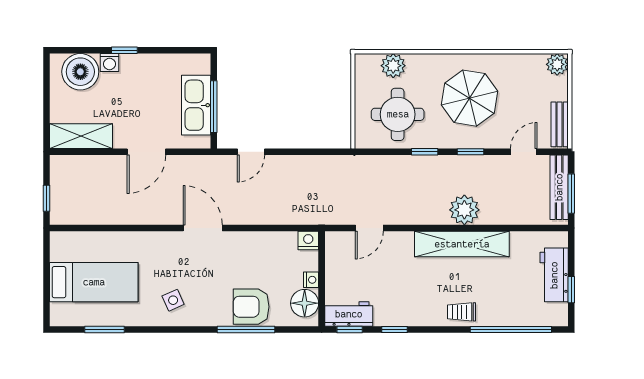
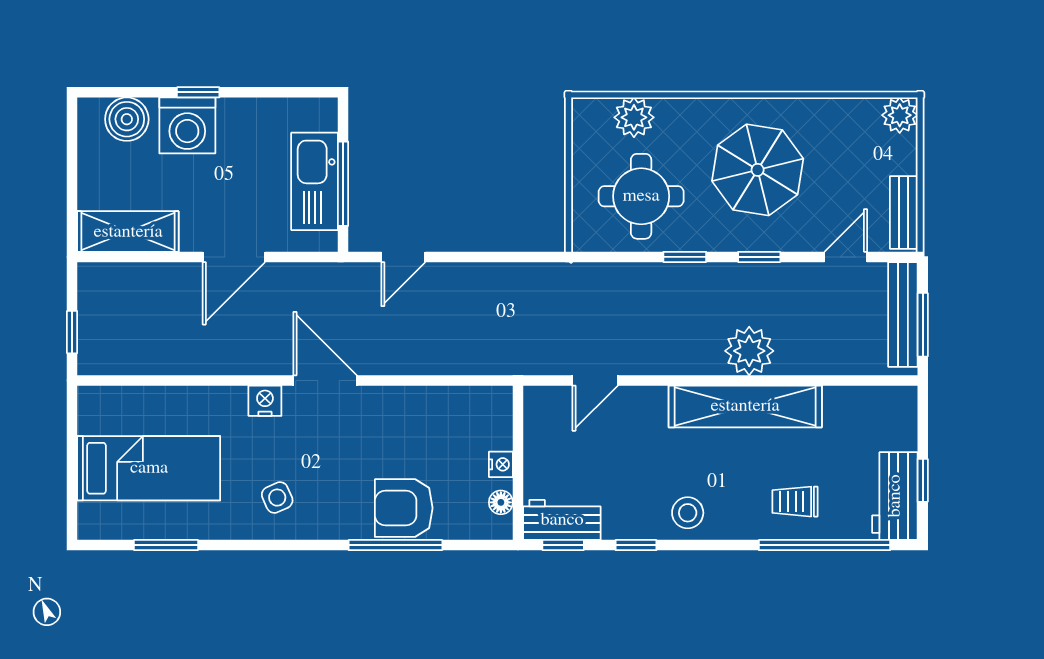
washing machine: (110, 63) -> (187, 125), width x1.89, depth x1.89
boiler: (80, 72) -> (127, 119), width x0.73, depth x0.73
nightstand: (308, 241) -> (265, 401), moved
workbench: (554, 275) -> (895, 496), moved
floor lamp: (305, 303) -> (501, 502), width x0.53, depth x0.53
stool: (426, 310) -> (688, 513), added
trolley: (462, 312) -> (795, 502), moved

